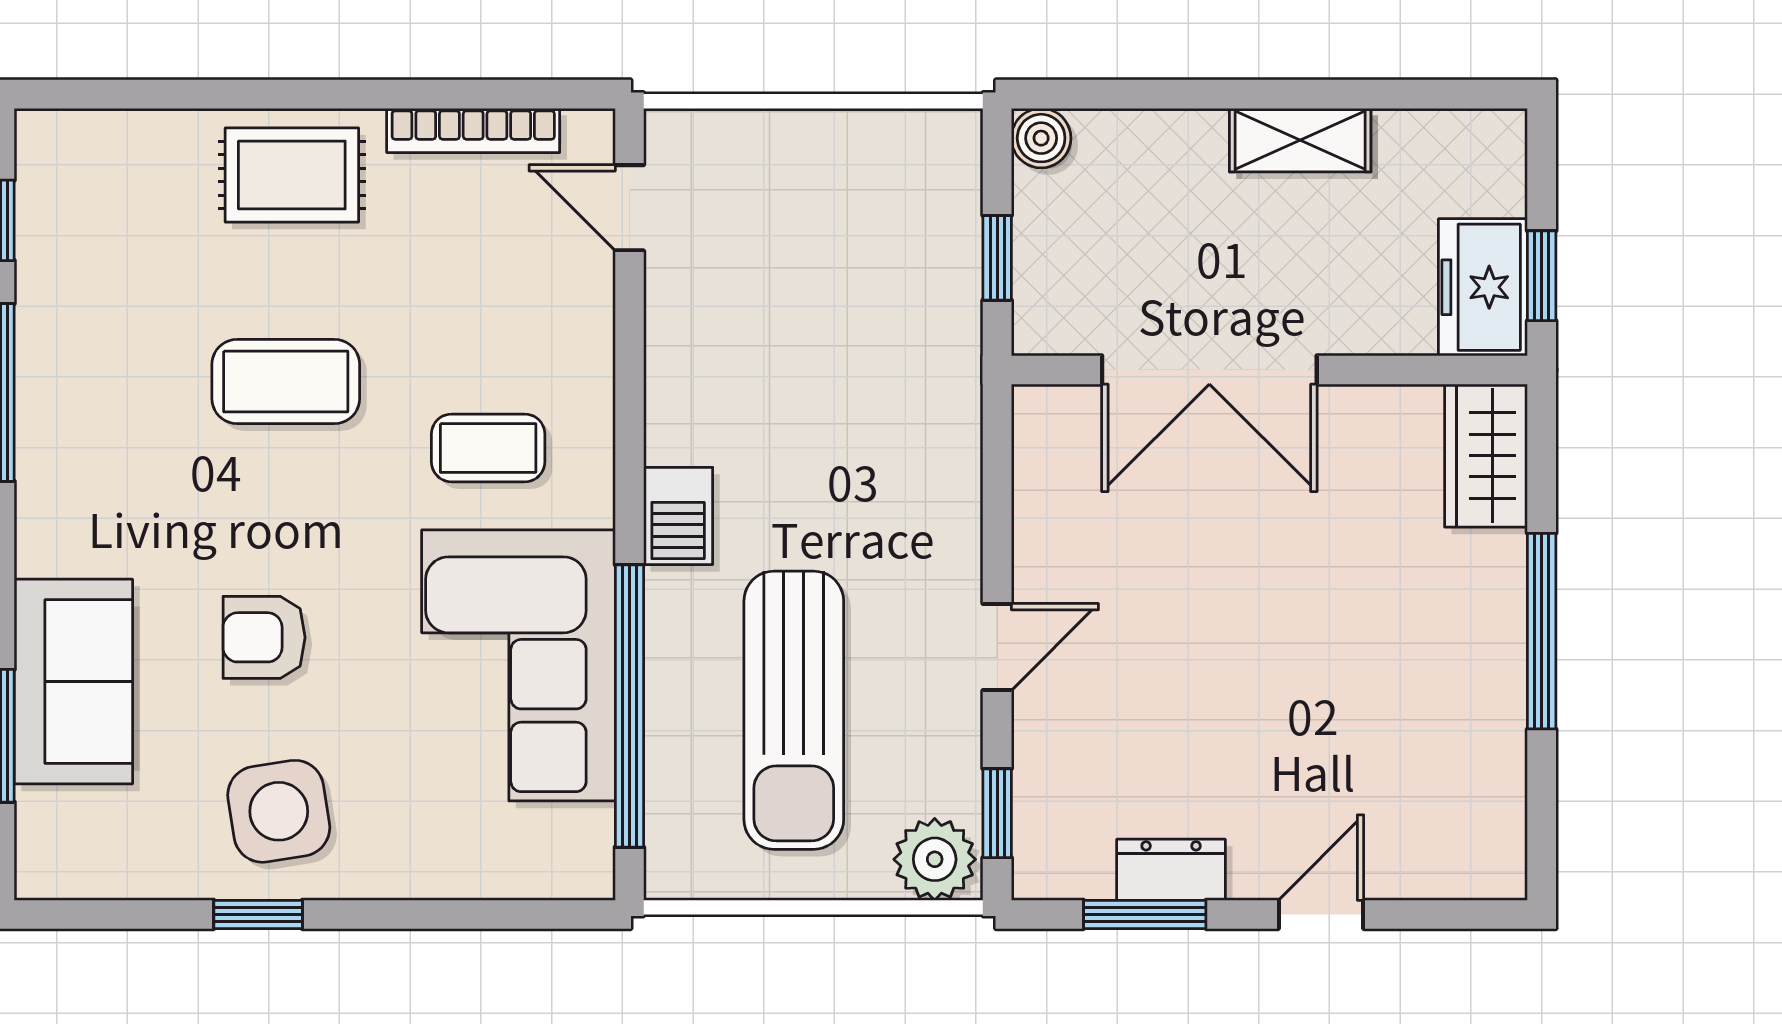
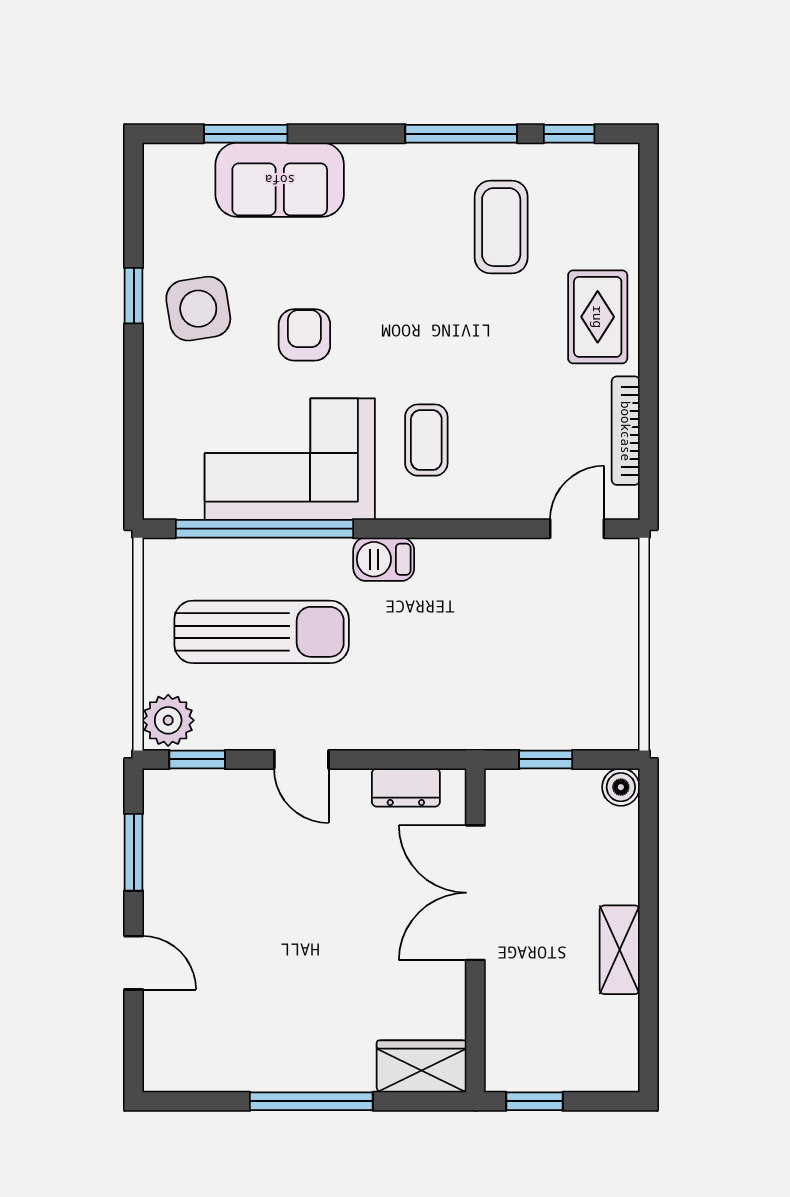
freezer: (1483, 287) -> (527, 1064), removed
coffee table: (286, 382) -> (501, 227), moved
armchair: (264, 637) -> (304, 335), moved
sun lounger: (794, 710) -> (262, 632), turned 180
dresser: (1171, 870) -> (406, 788), moved, turned 90

